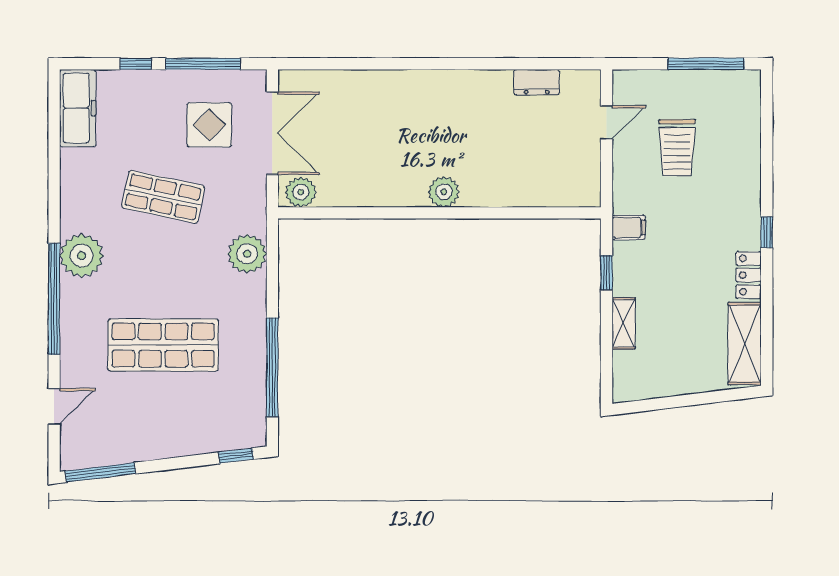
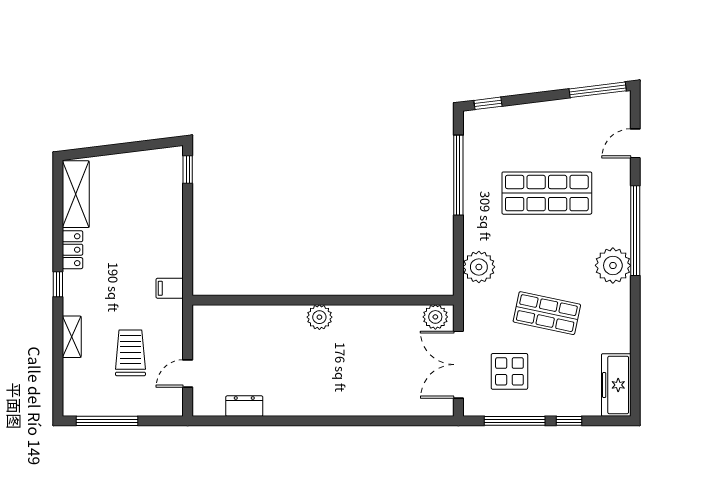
window: (607, 273) -> (188, 170), moved
shelving: (624, 323) -> (72, 337), moved

